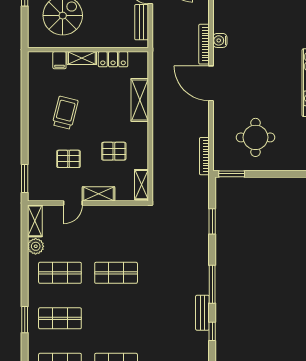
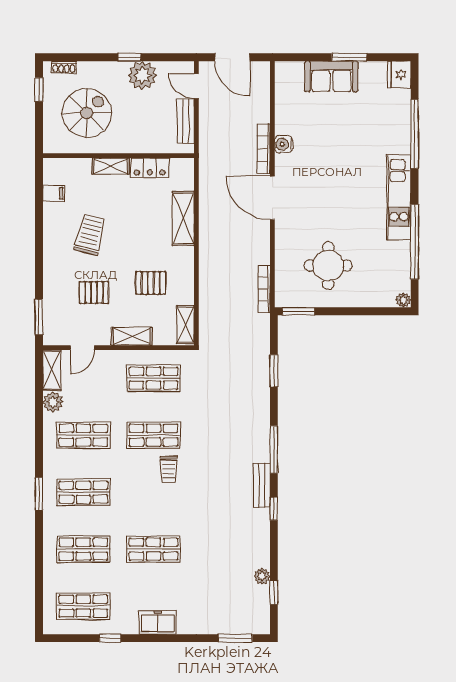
filing cabinet: (59, 60) -> (54, 193), moved, turned -90
door: (73, 203) -> (82, 348), moved
shop shelf: (116, 227) -> (154, 378), added
trolley: (128, 300) -> (169, 469), added

